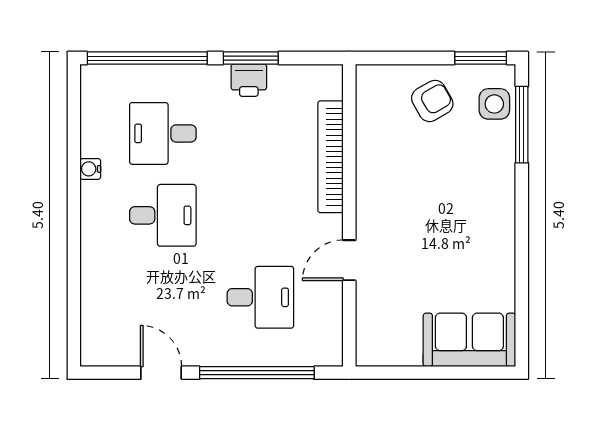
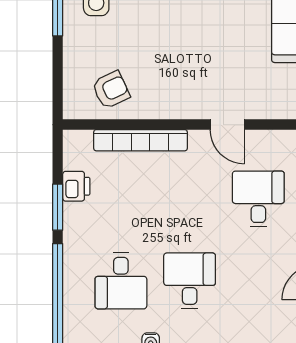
printer: (249, 80) -> (76, 186), moved
armchair: (432, 101) -> (111, 90), moved, turned 95

